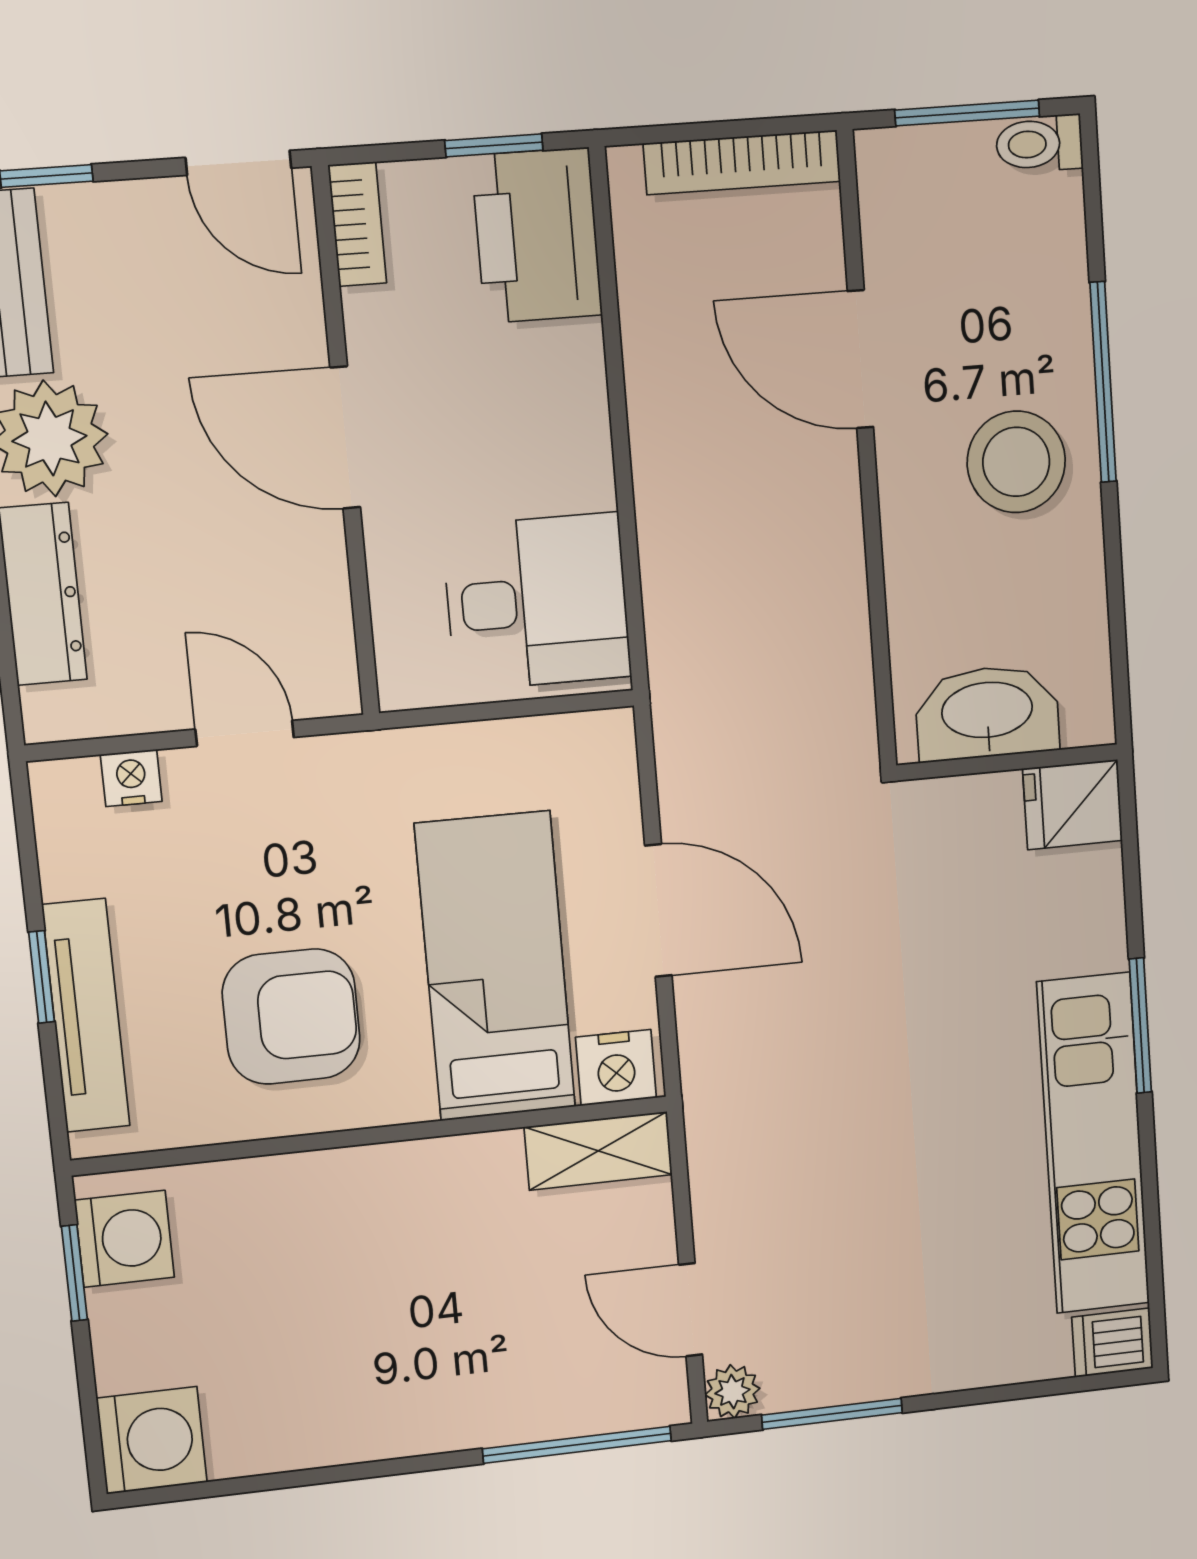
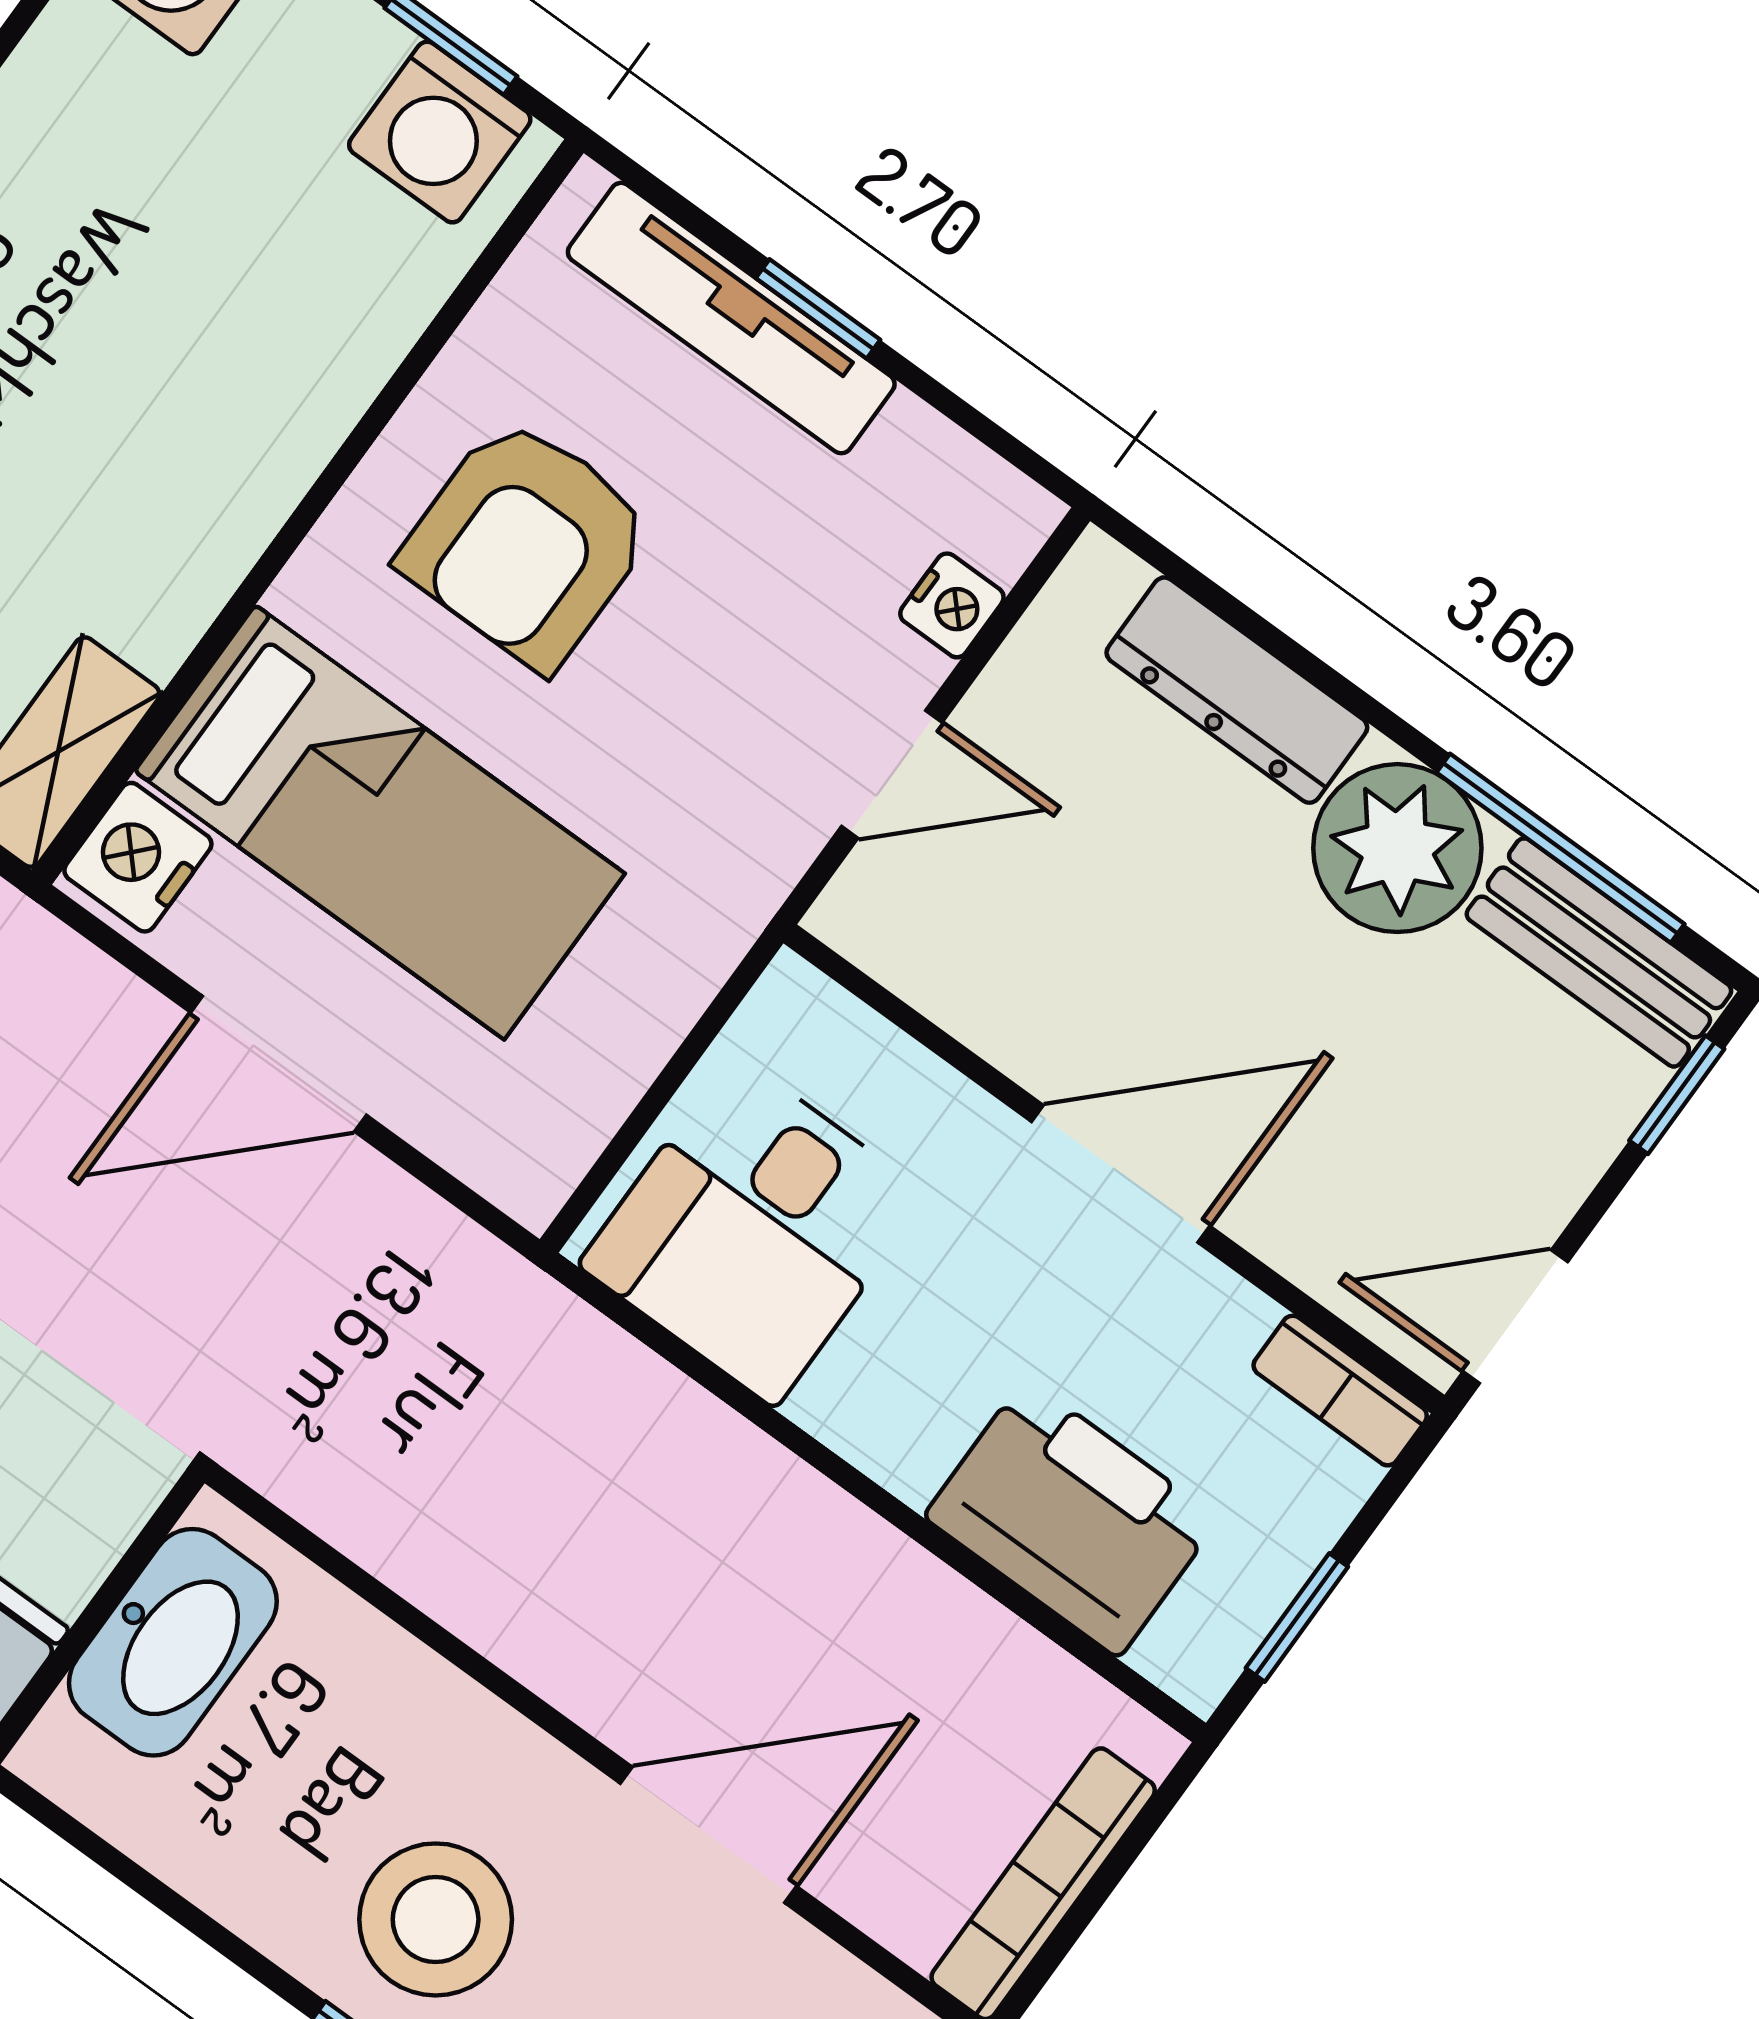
printer: (537, 235) -> (1072, 1518), moved

